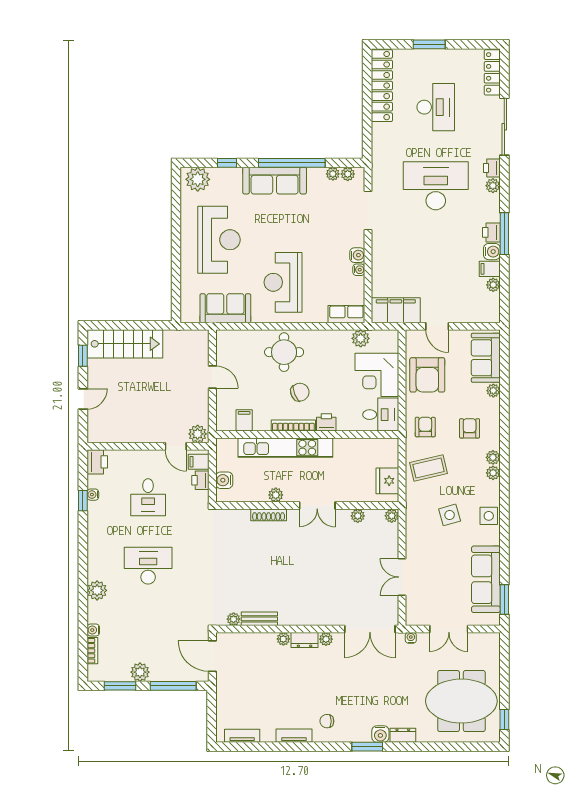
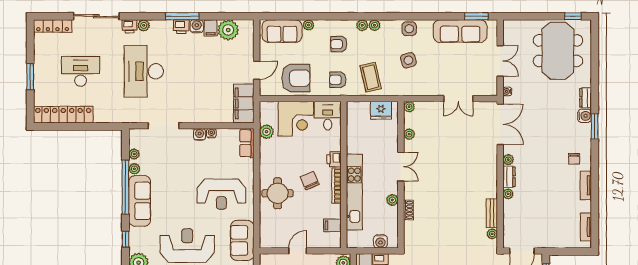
plant: (348, 174) -> (134, 169), moved
plant: (493, 285) -> (228, 30), width x1.88, depth x1.88
shoe rack: (269, 515) -> (408, 210), width x0.70

